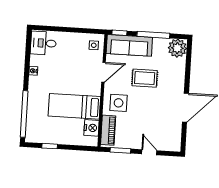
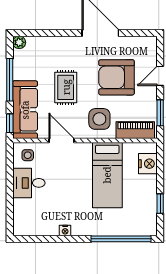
desk: (43, 43) -> (29, 183), moved, turned 90
plant: (177, 48) -> (19, 42), width x0.53, depth x0.53
armchair: (150, 118) -> (117, 77), added
nightstand: (92, 128) -> (148, 164), moved, turned 90

